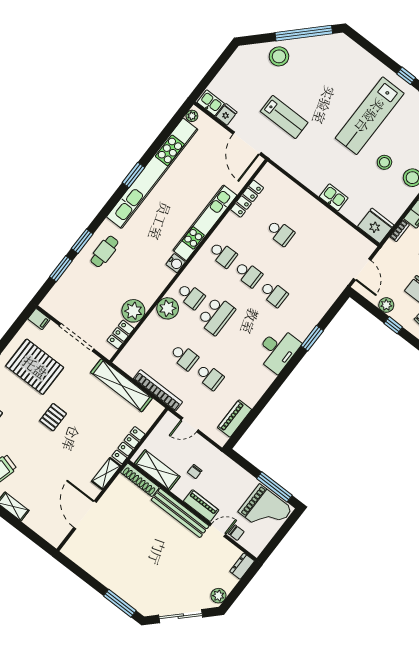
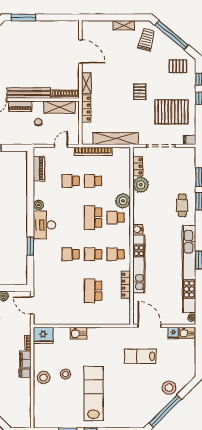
locker: (247, 199) -> (126, 285), moved
school desk: (280, 233) -> (93, 291), width x1.85
plant: (267, 378) -> (38, 205), added

